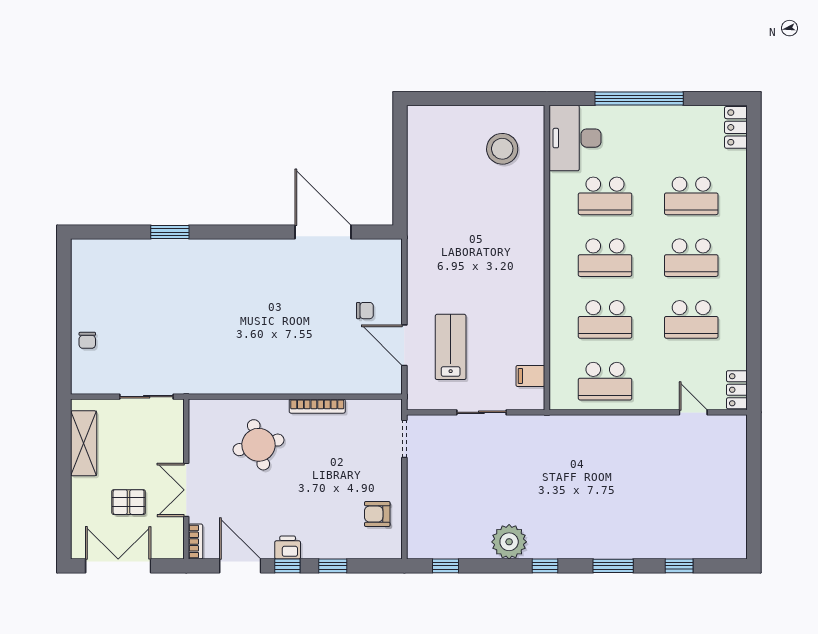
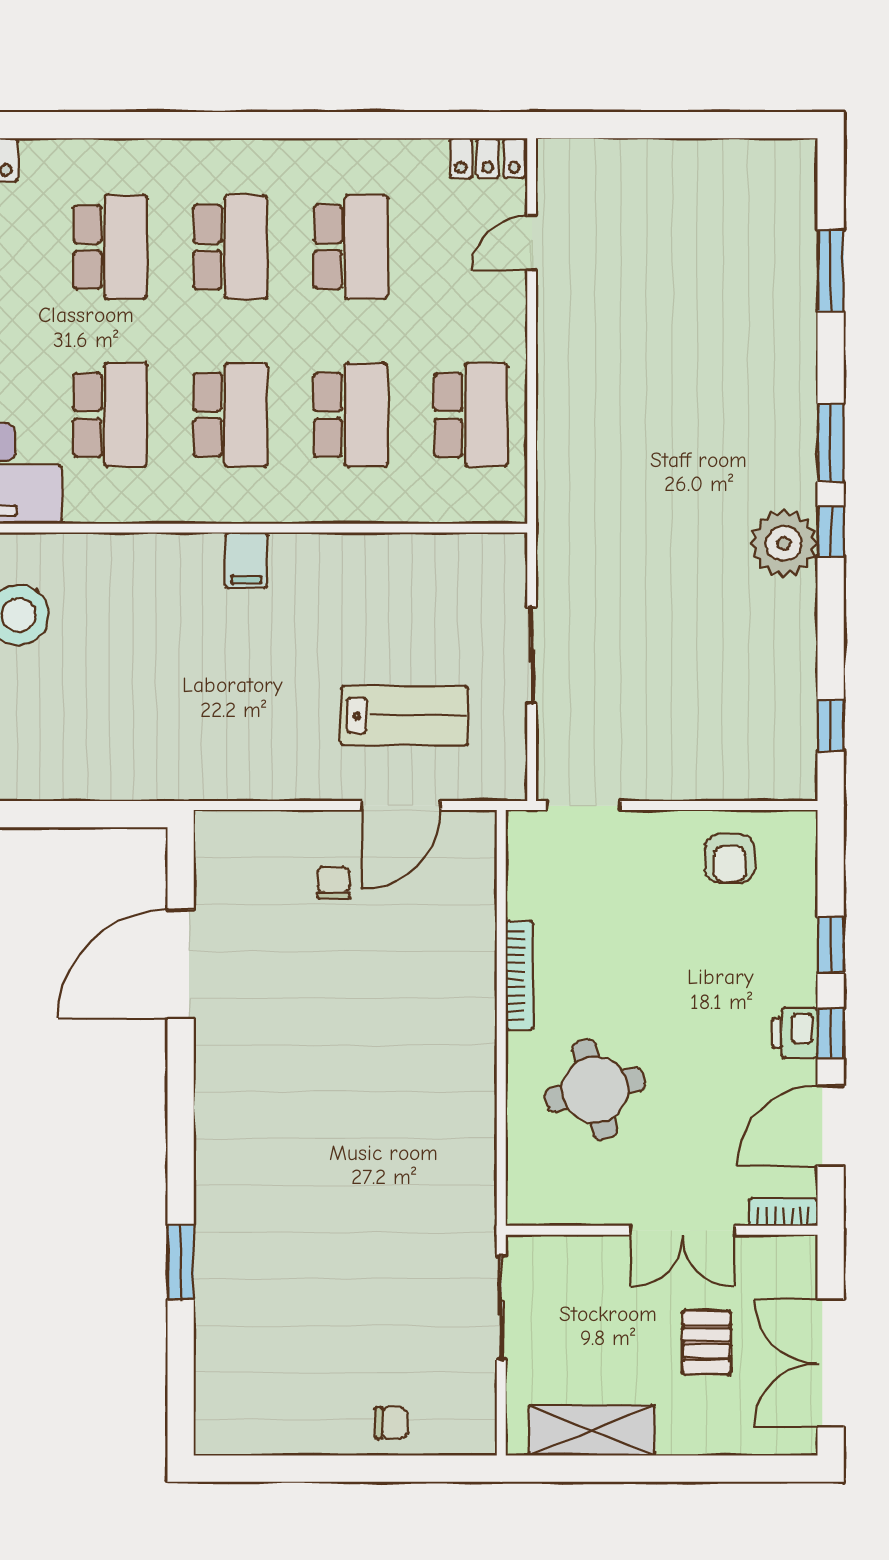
lab bench: (451, 347) -> (404, 716), turned 180
filing cabinet: (530, 376) -> (246, 560), moved
plant: (509, 542) -> (784, 543), moved
window: (613, 566) -> (831, 443), moved
window: (679, 566) -> (831, 271), width x1.50

